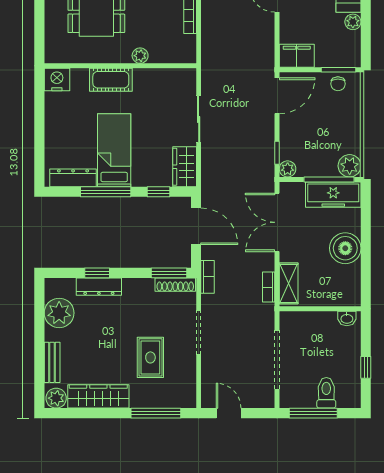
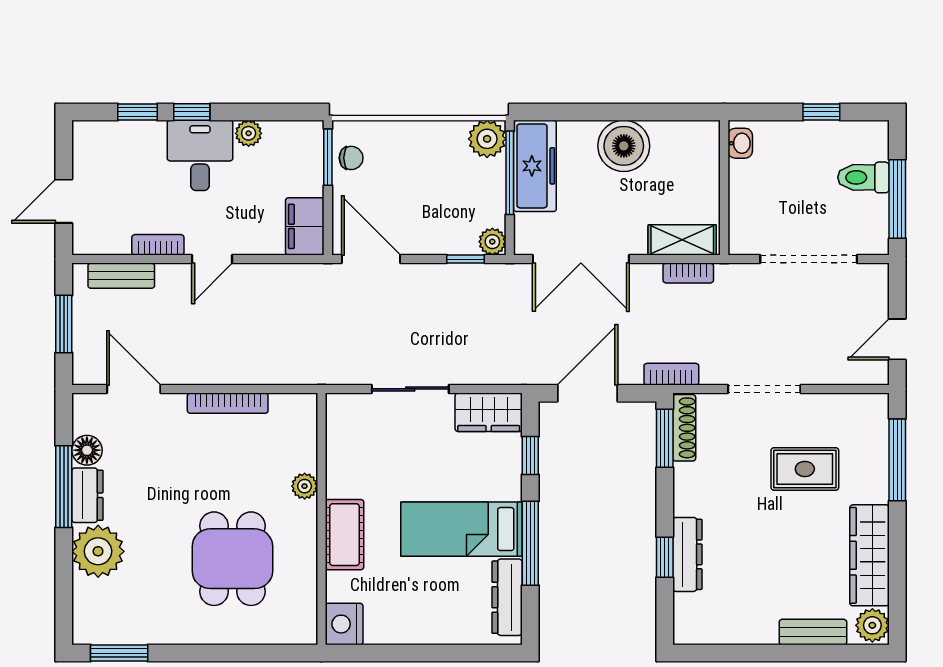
plant: (59, 313) -> (731, 620), removed

